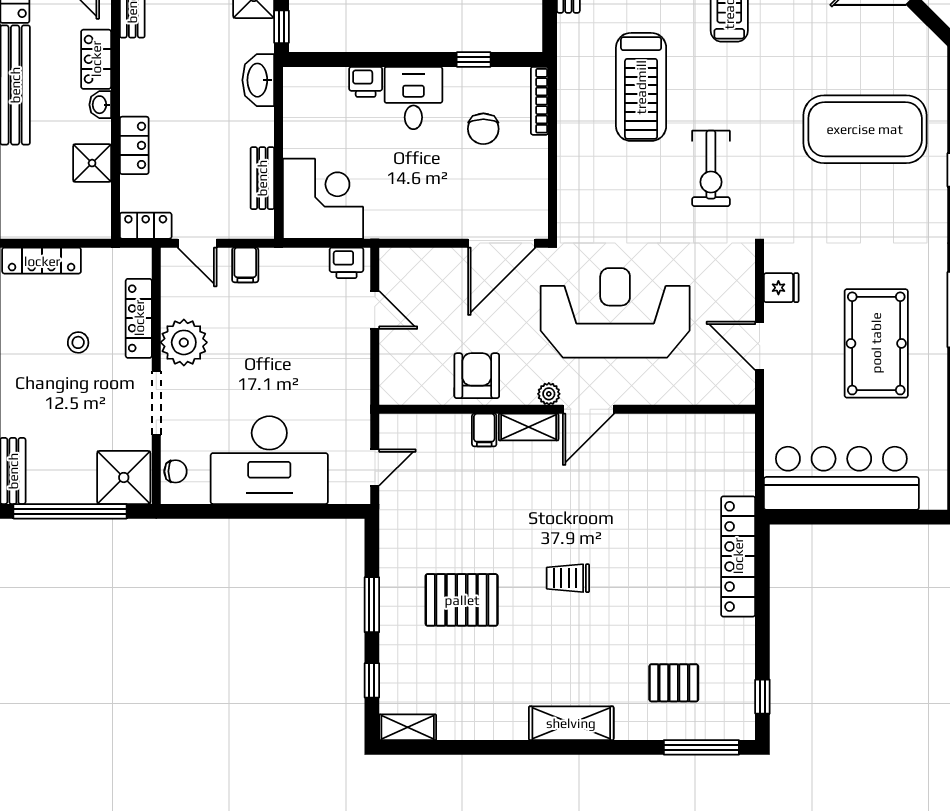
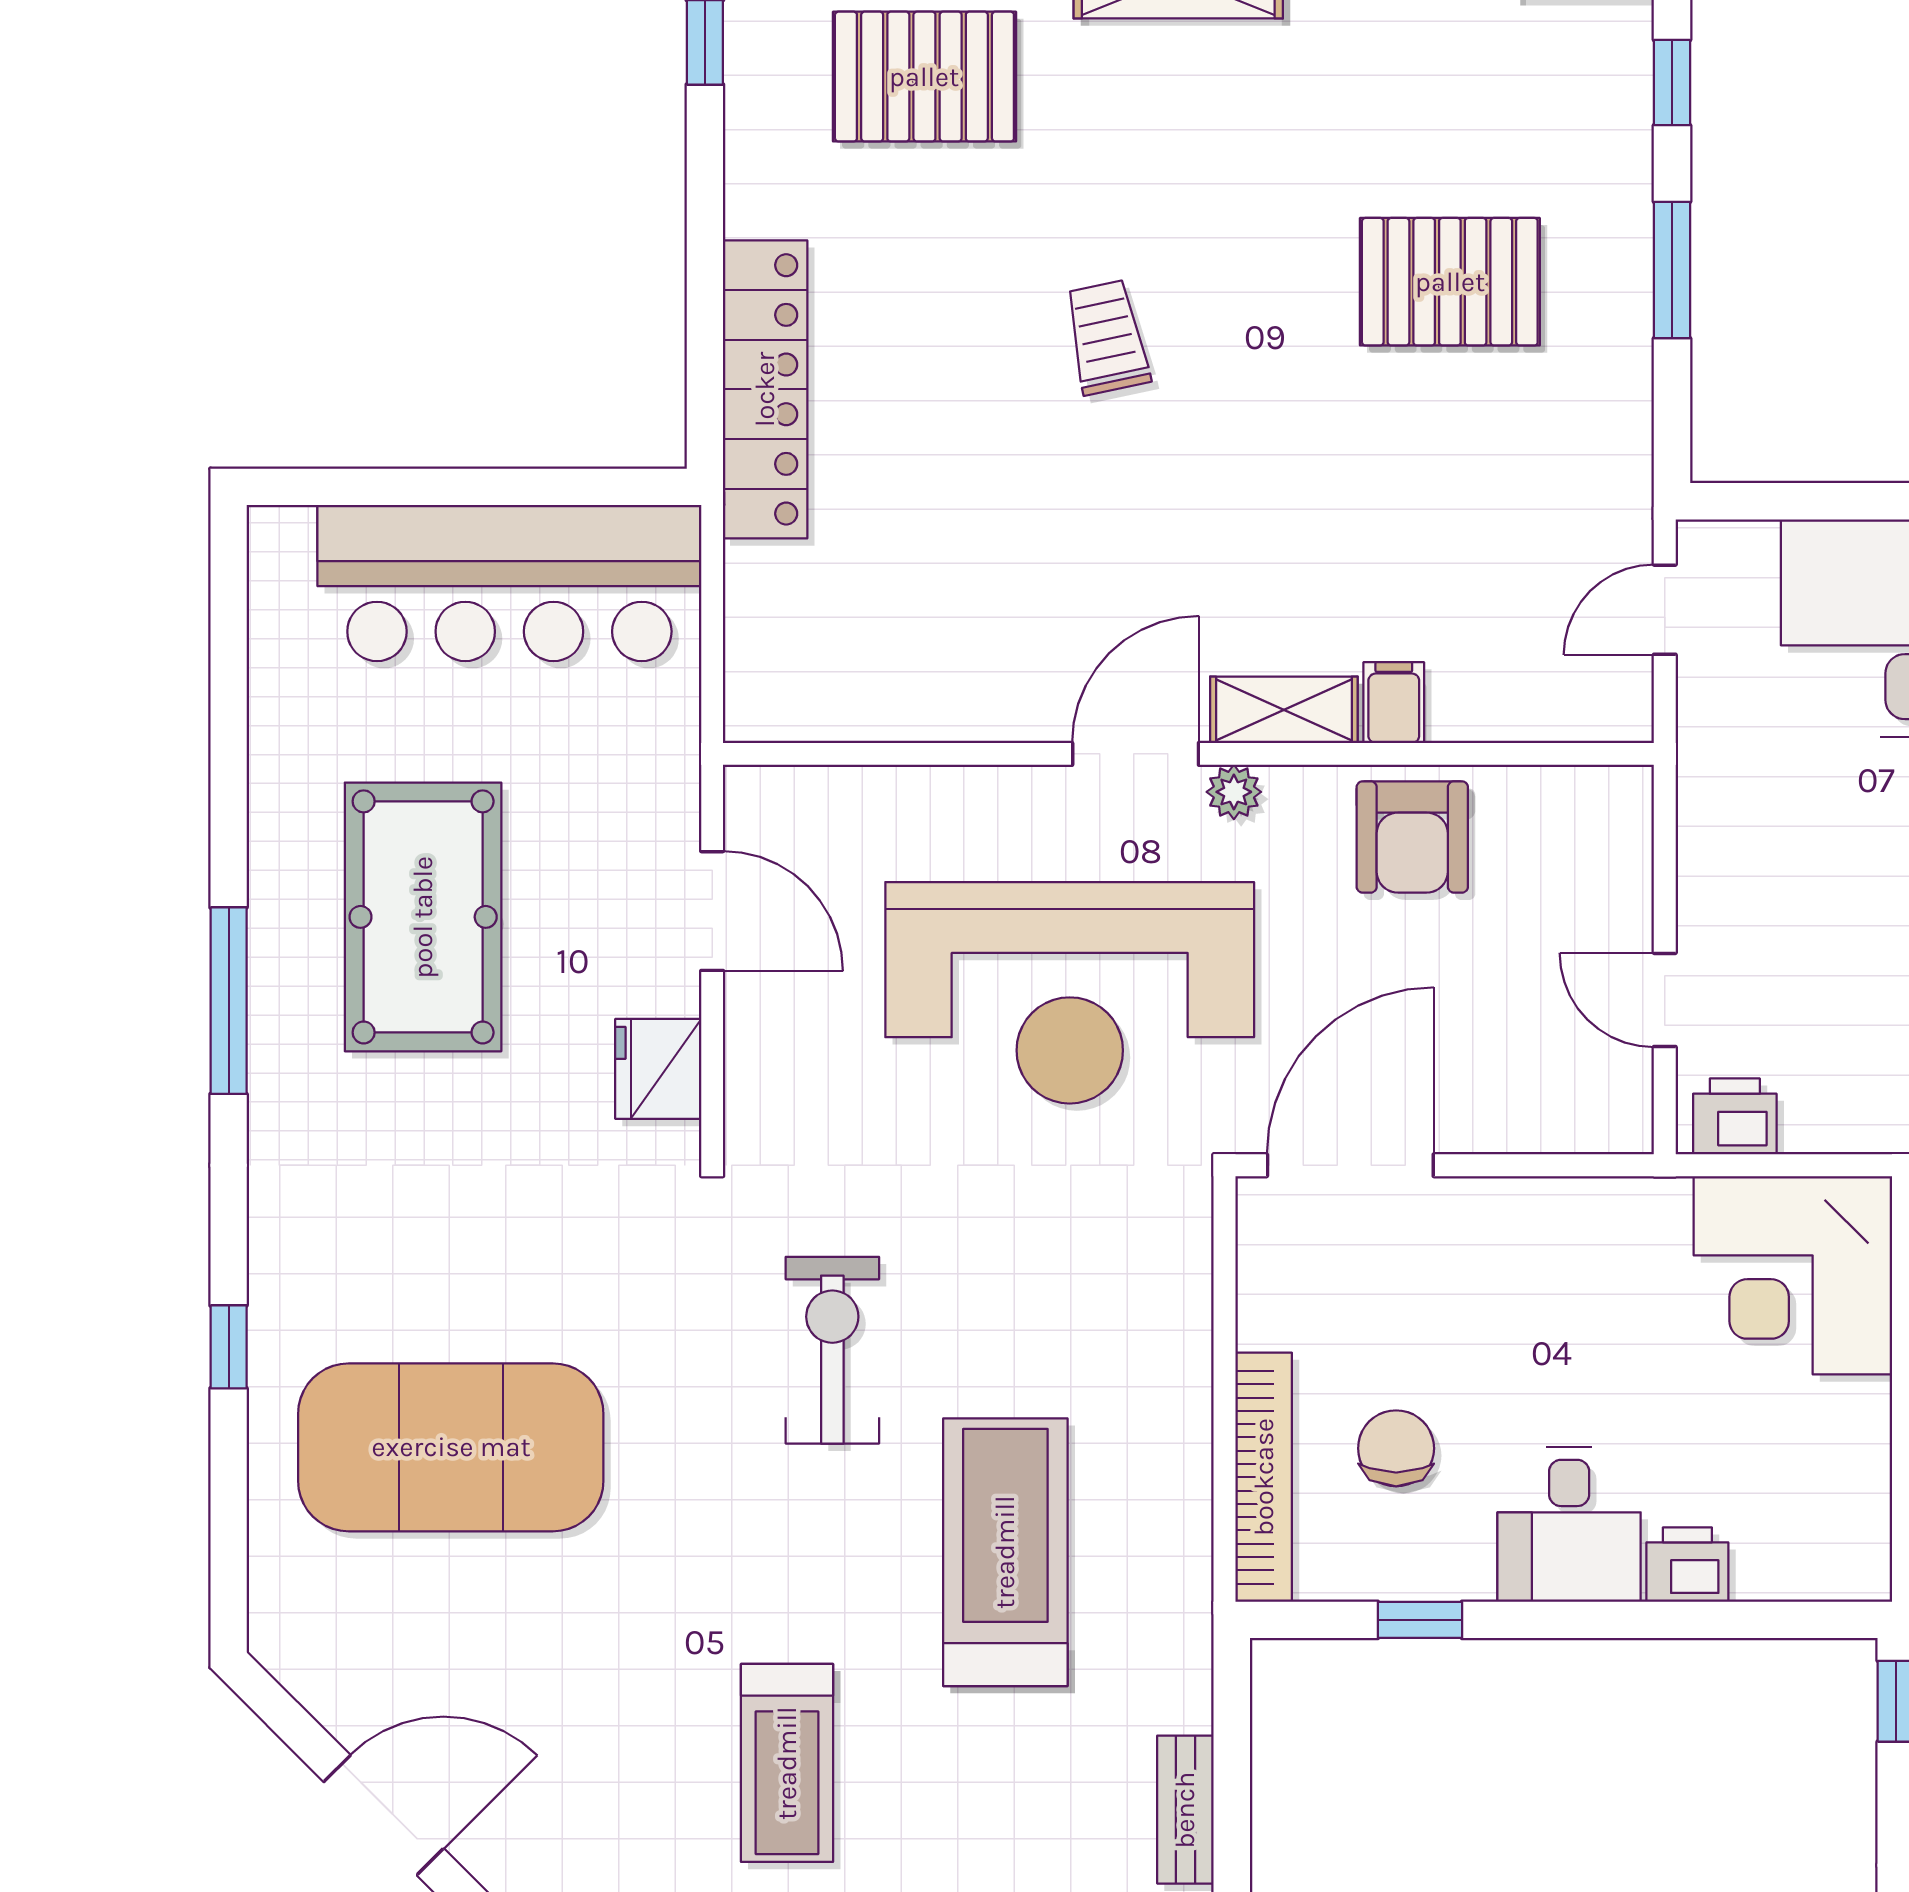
bookcase: (539, 101) -> (1264, 1477), width x1.48, depth x1.31
fridge: (781, 288) -> (658, 1069), width x1.38
trolley: (568, 578) -> (1107, 337), moved, turned -102
pallet: (674, 683) -> (924, 77), width x1.50, depth x1.42

